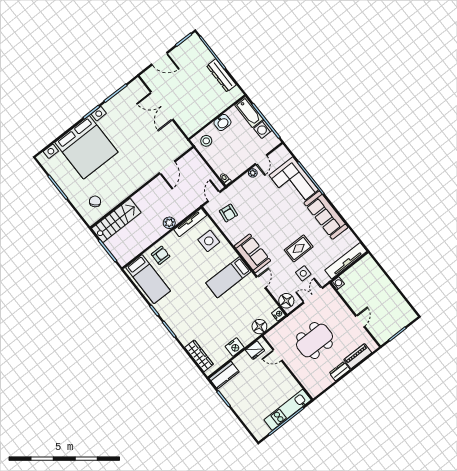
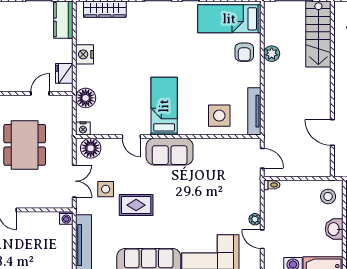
armchair: (228, 213) -> (233, 160), removed
plant: (169, 223) -> (272, 54), moved
rug: (299, 248) -> (136, 205), turned 90

